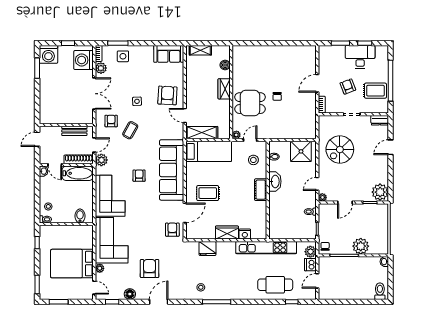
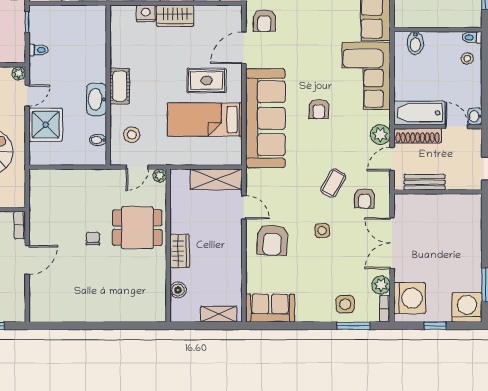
bed: (209, 151) -> (205, 120), moved
shower: (301, 151) -> (46, 125), moved

